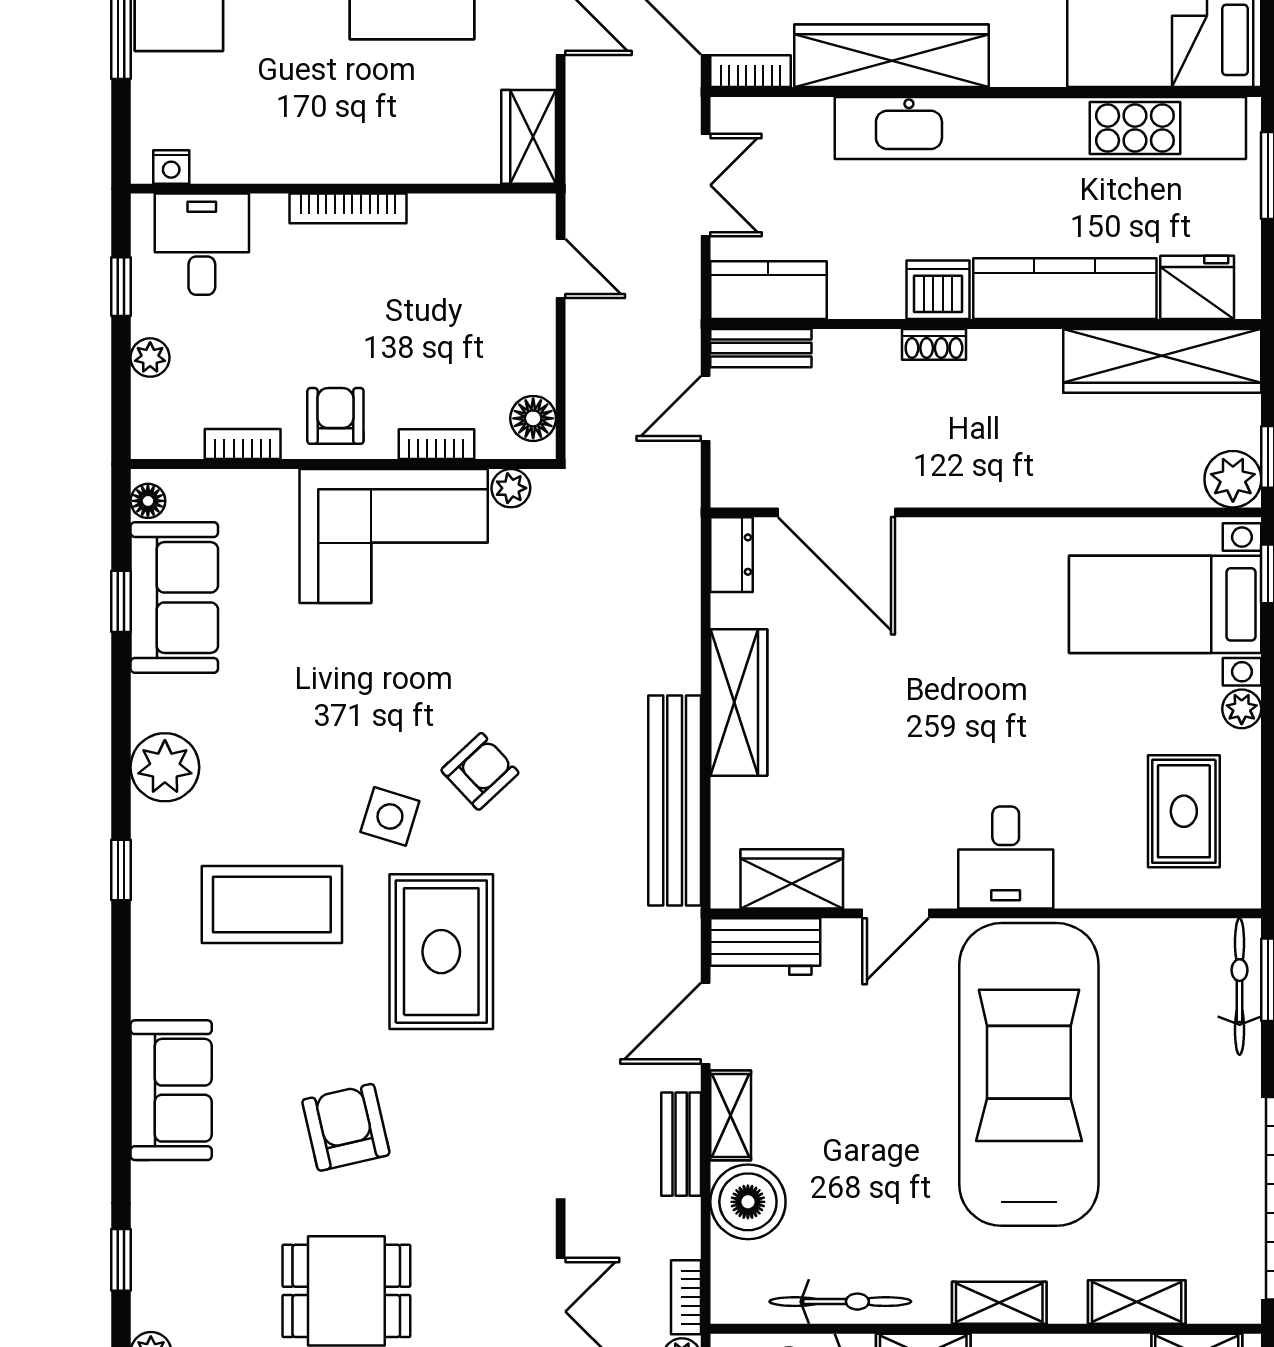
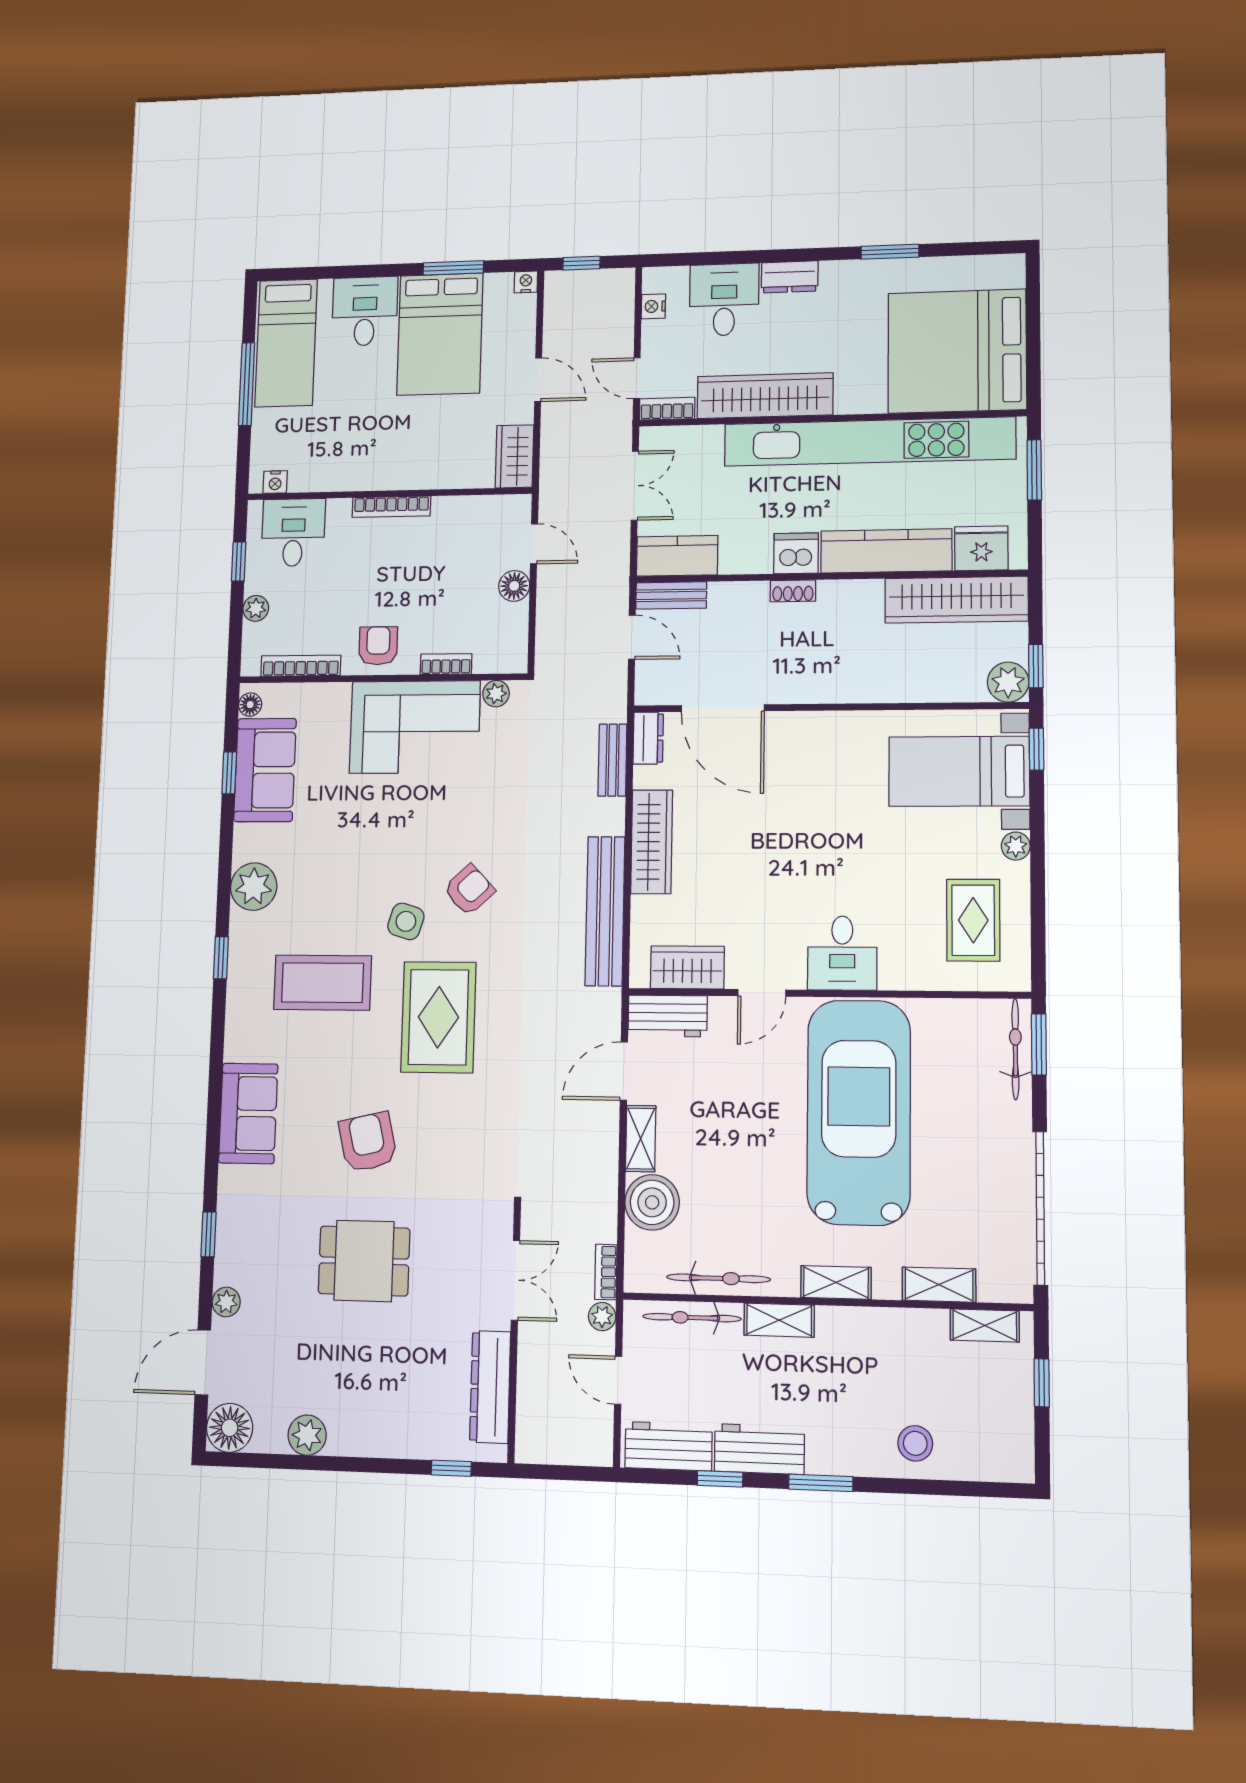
door: (706, 408) -> (632, 637), swing flipped
floor lamp: (533, 418) -> (514, 586), moved
bookcase: (243, 444) -> (301, 666), width x1.56
bench: (681, 1144) -> (612, 760), moved

